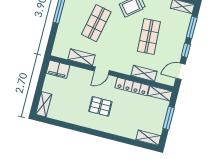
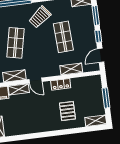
door: (102, 71) -> (36, 80), hinge flipped
locker: (132, 87) -> (61, 84), width x0.66
shelving: (160, 93) -> (19, 89), moved
pallet: (100, 106) -> (67, 111), moved, turned 90

